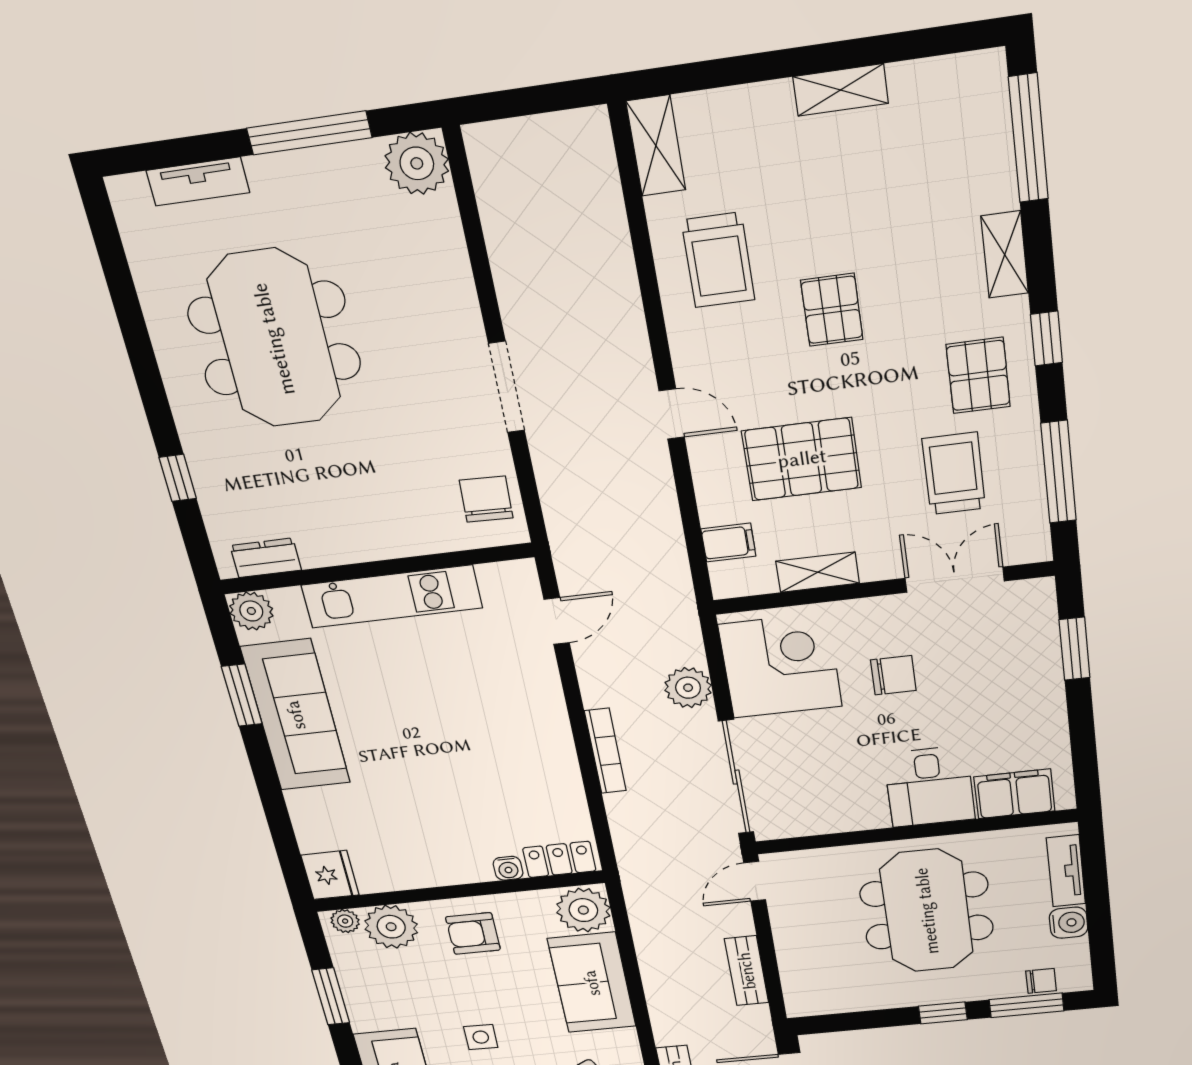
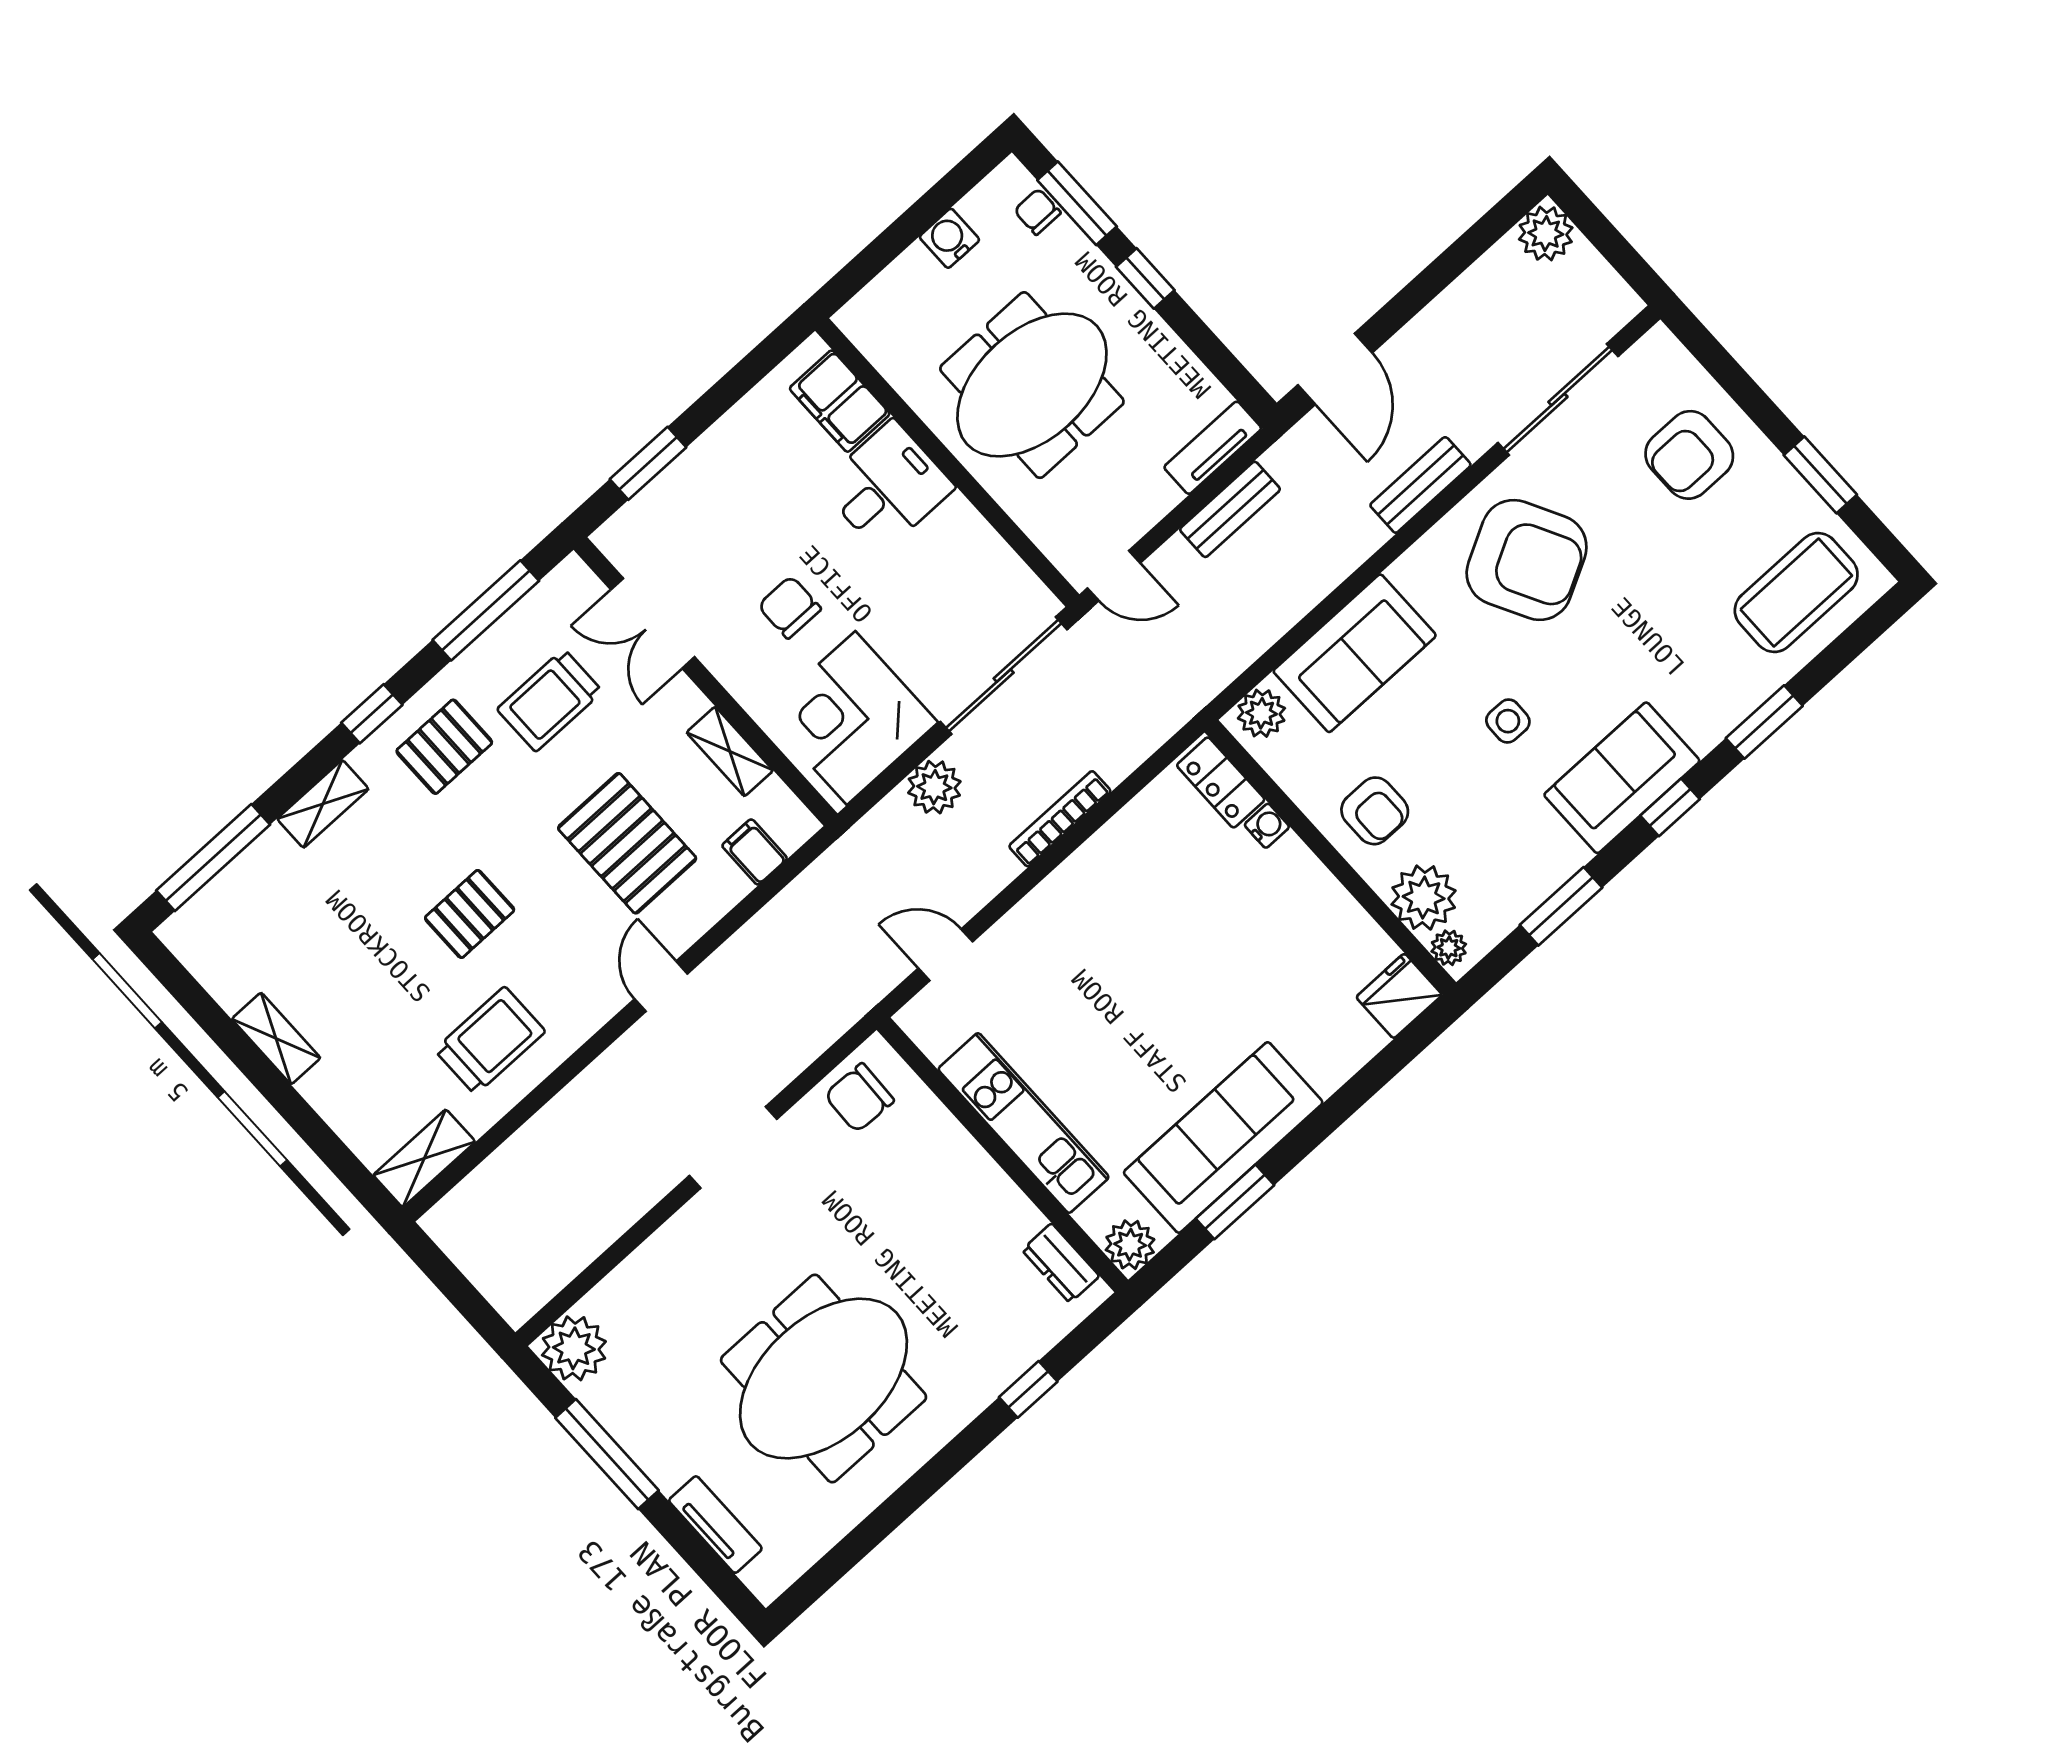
tv unit: (1066, 871) -> (1213, 448), moved, turned 180
plant: (583, 910) -> (1261, 713), width x0.73, depth x0.73

